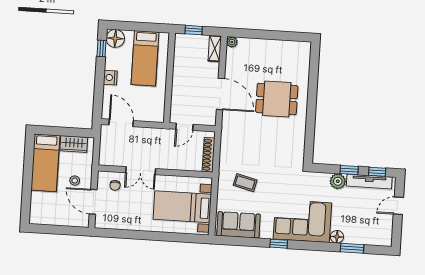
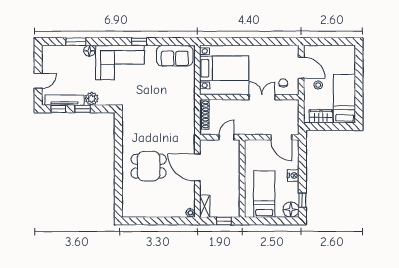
coffee table: (245, 183) -> (171, 92), removed

